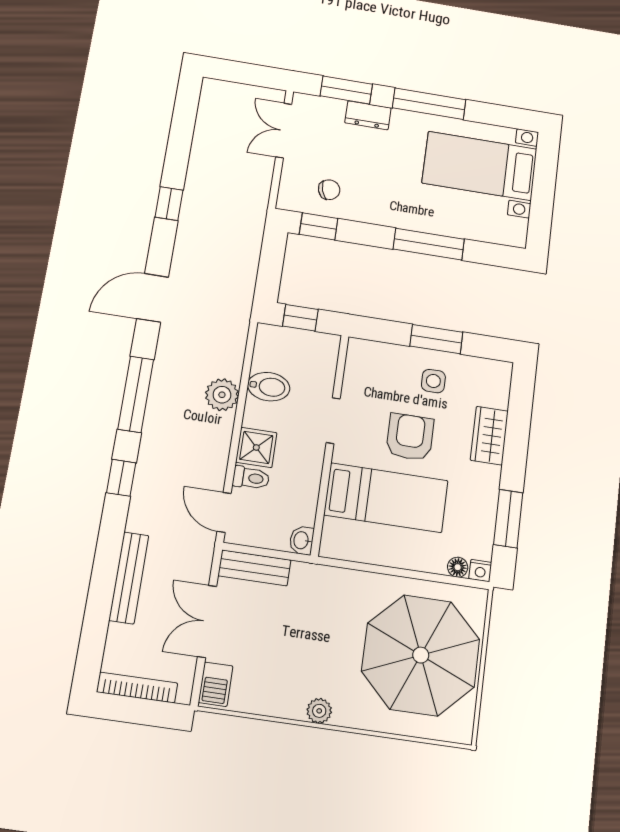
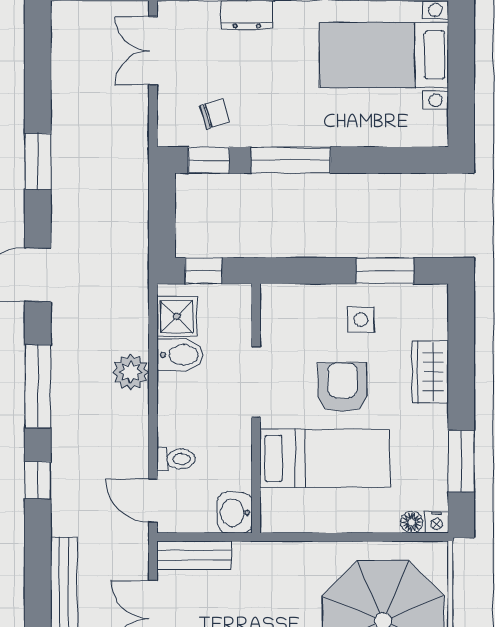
window: (169, 204) -> (38, 161), width x1.50
window: (429, 244) -> (291, 160), moved
window: (436, 339) -> (385, 271), moved
doorway: (333, 421) -> (256, 382), width x1.38
shower: (256, 447) -> (177, 316), moved
washbasin: (302, 540) -> (235, 513), width x1.38, depth x1.45

